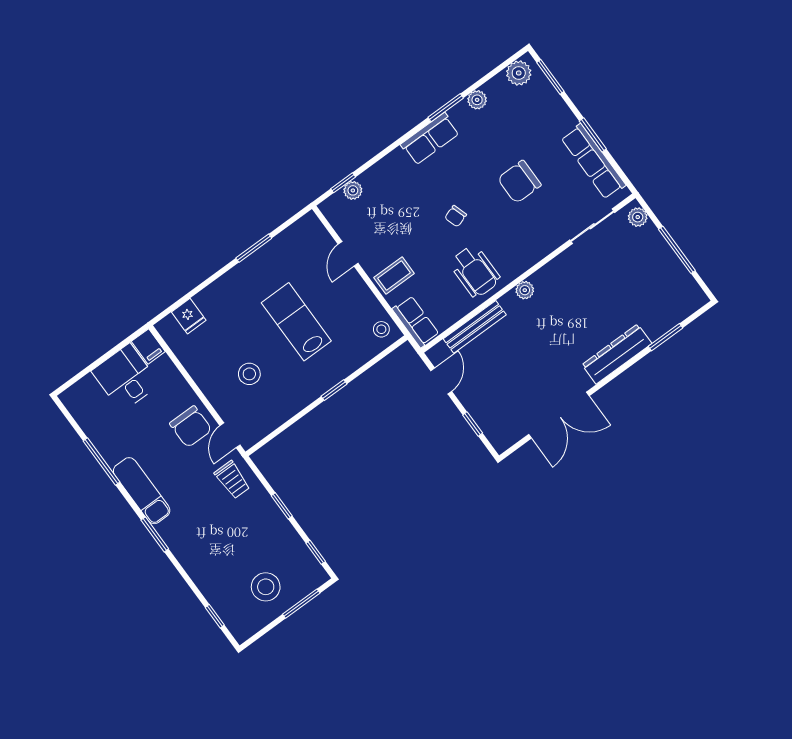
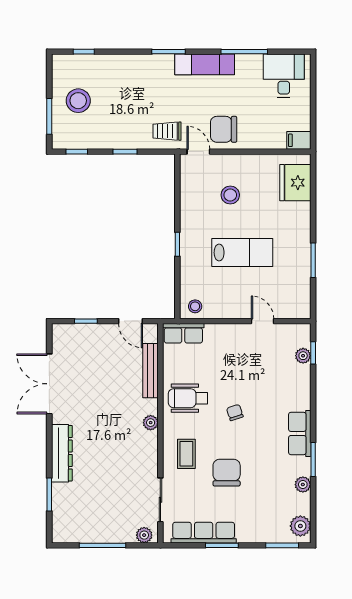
coffee table: (394, 275) -> (186, 454), moved
fridge: (189, 316) -> (295, 183), width x1.88, depth x1.34
desk: (126, 378) -> (284, 76), moved, turned -90

